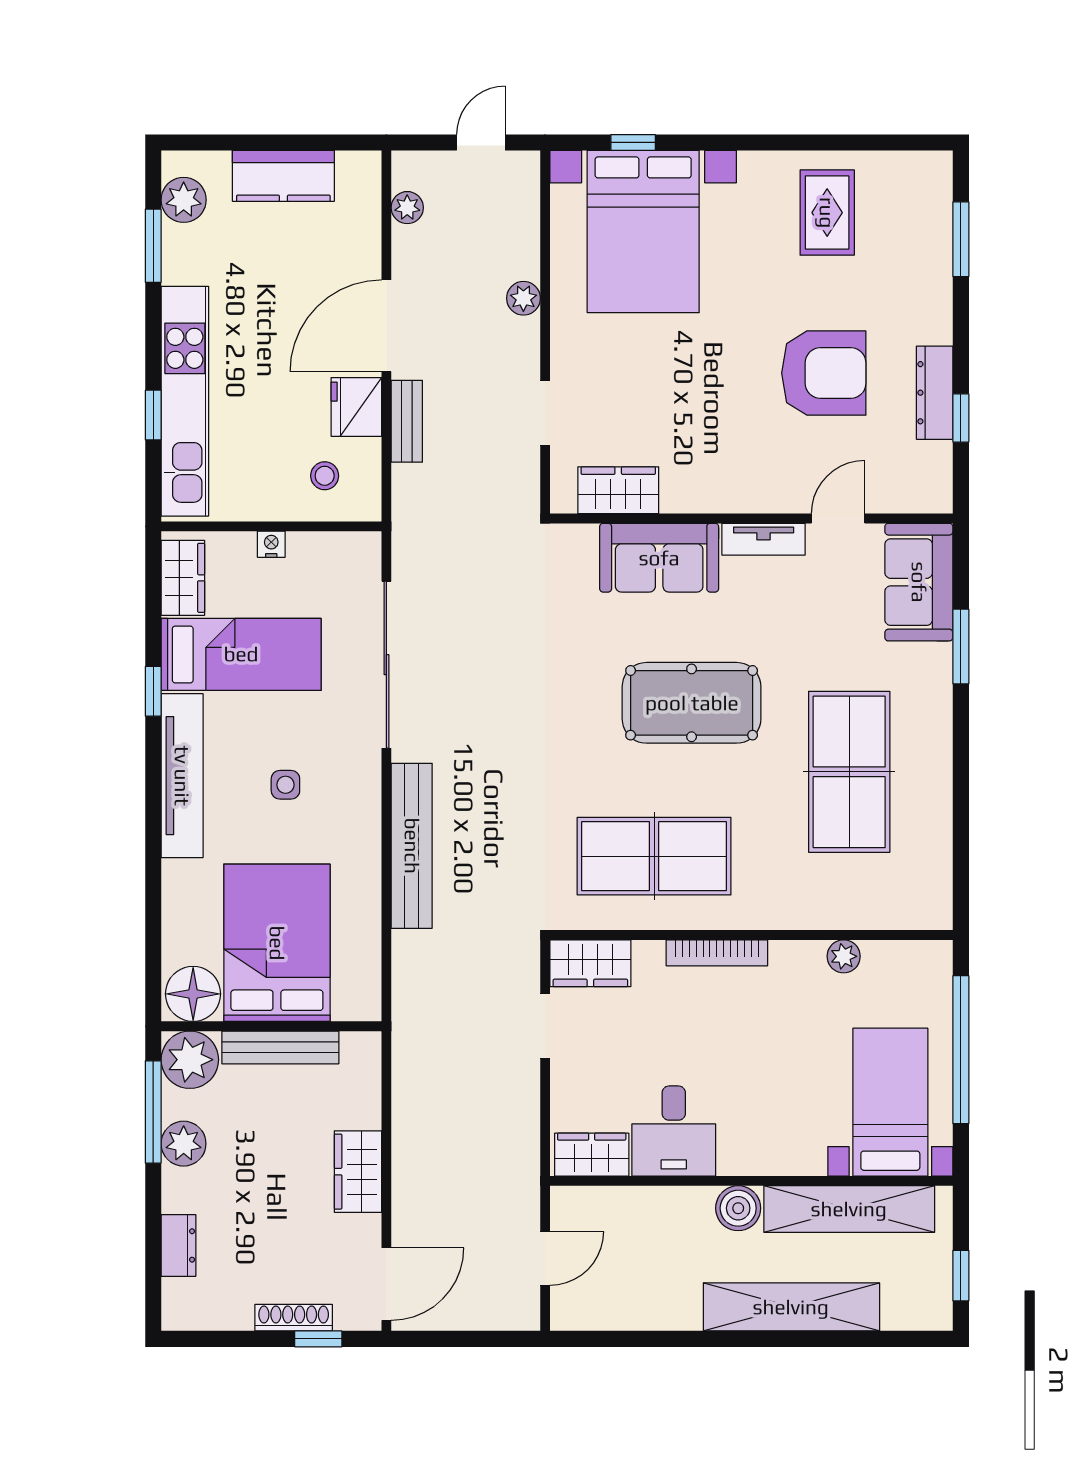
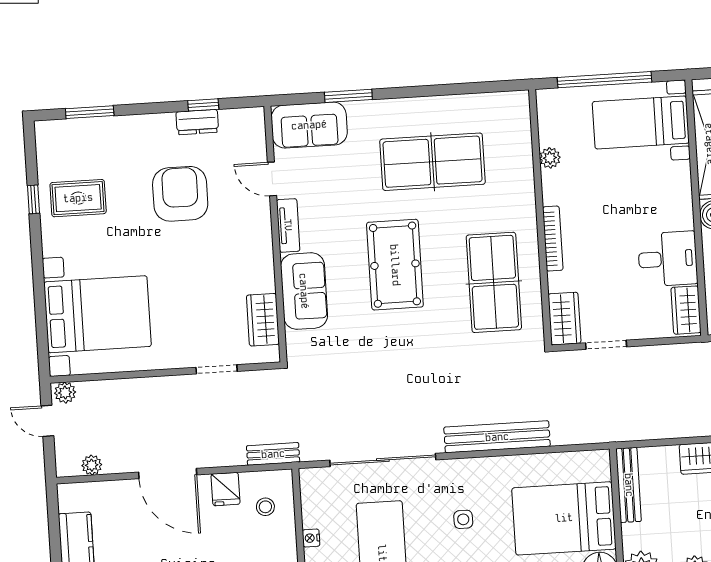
window: (633, 142) -> (33, 199), moved
plant: (523, 298) -> (65, 393), moved
dresser: (935, 393) -> (197, 122), width x0.70
fridge: (356, 407) -> (226, 489), width x0.72
bench: (407, 421) -> (273, 454), moved
bench: (280, 1047) -> (629, 485), moved

